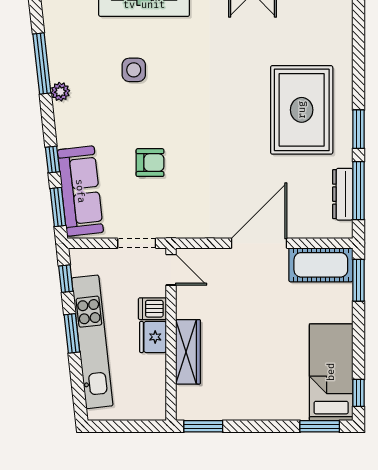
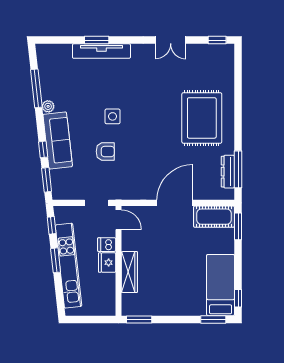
side table: (134, 70) -> (113, 116), moved
window: (359, 129) -> (238, 130), removed
sofa: (80, 191) -> (58, 141), moved

